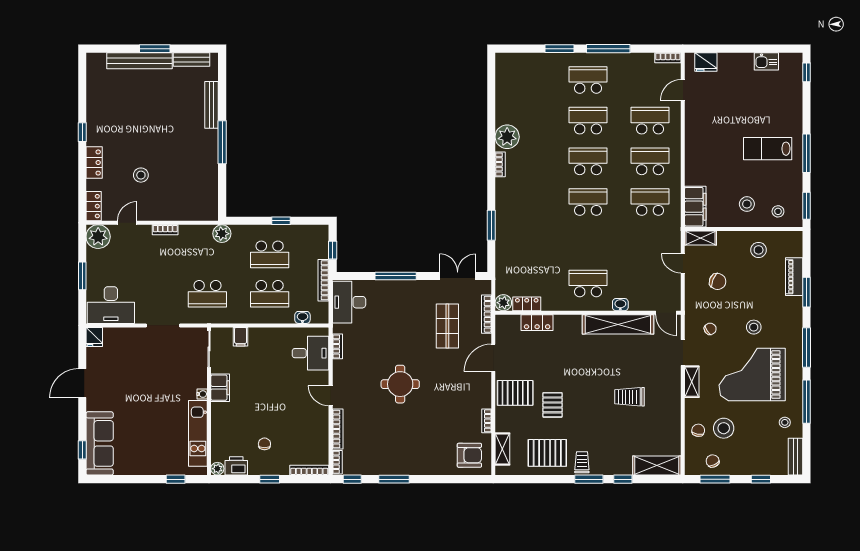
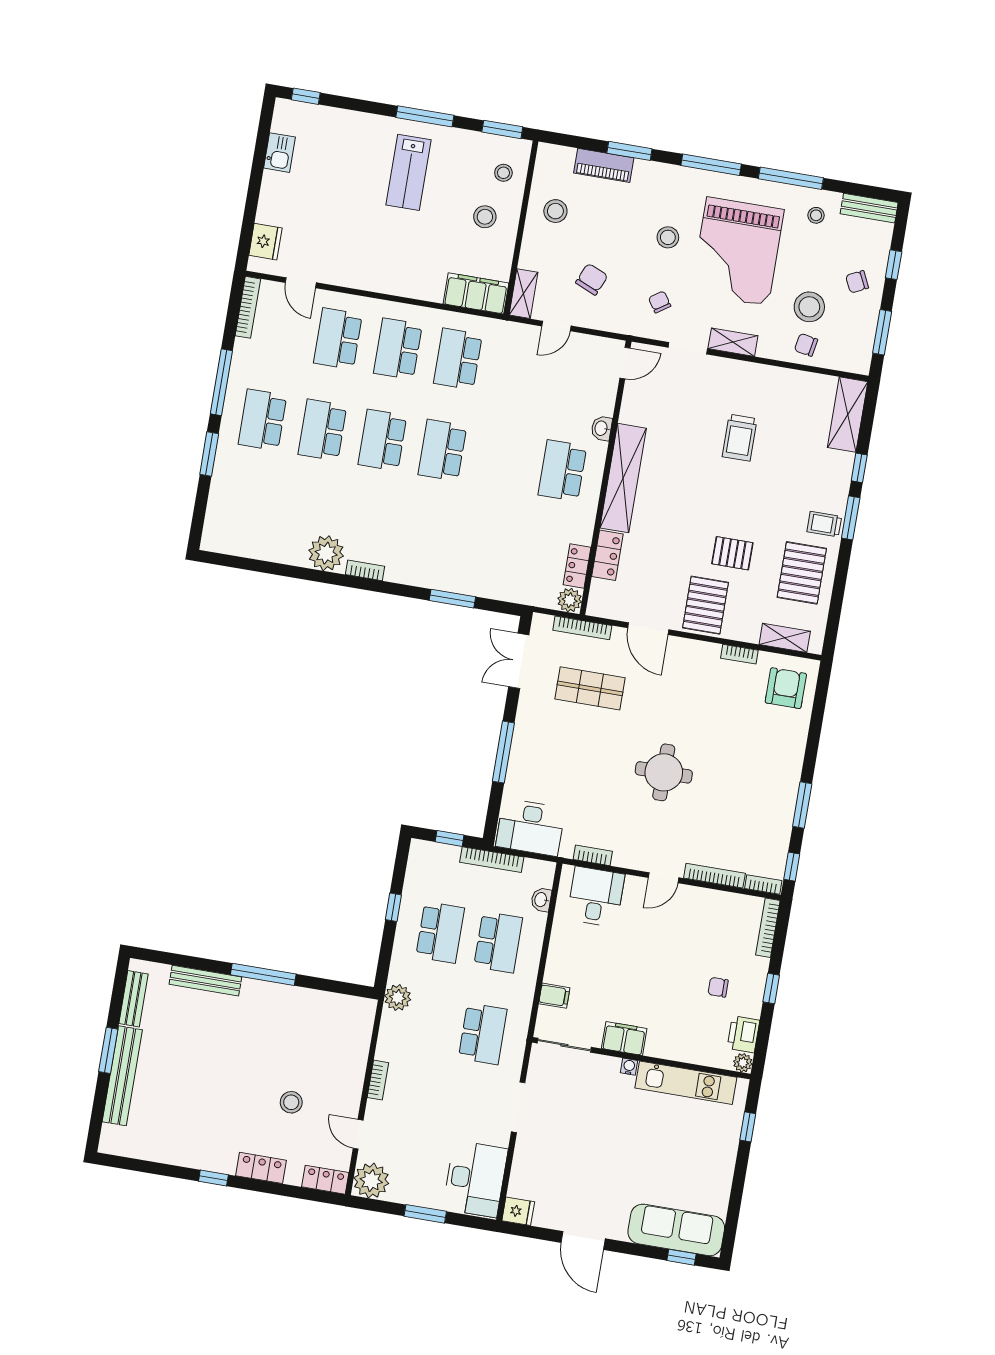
bookcase: (668, 58) -> (248, 307), width x1.56
shelving: (618, 324) -> (623, 478), moved
chair: (713, 461) -> (857, 282), moved

